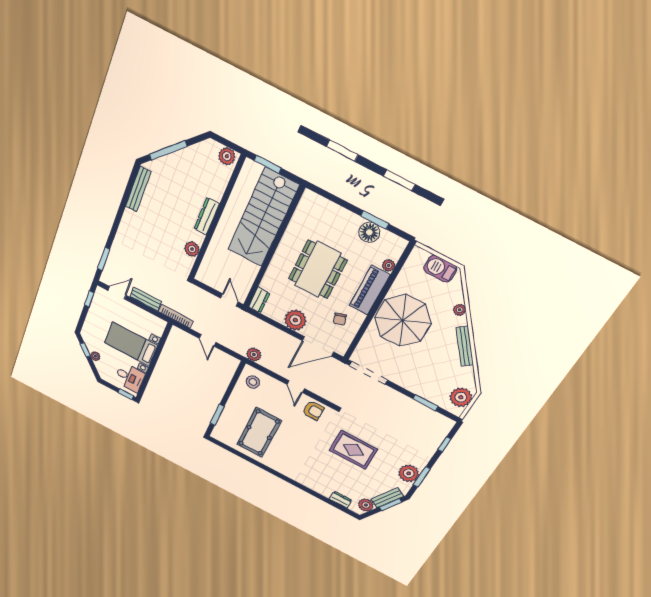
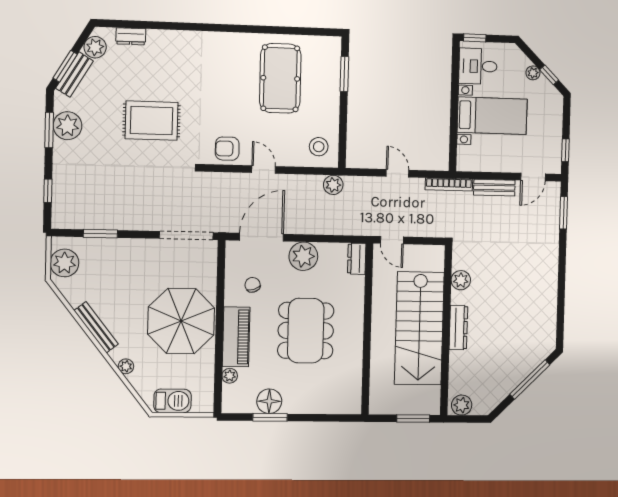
bench: (138, 189) -> (549, 319), removed
stairs: (263, 218) -> (419, 328), moved, turned 180

